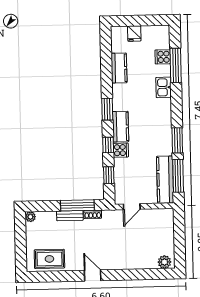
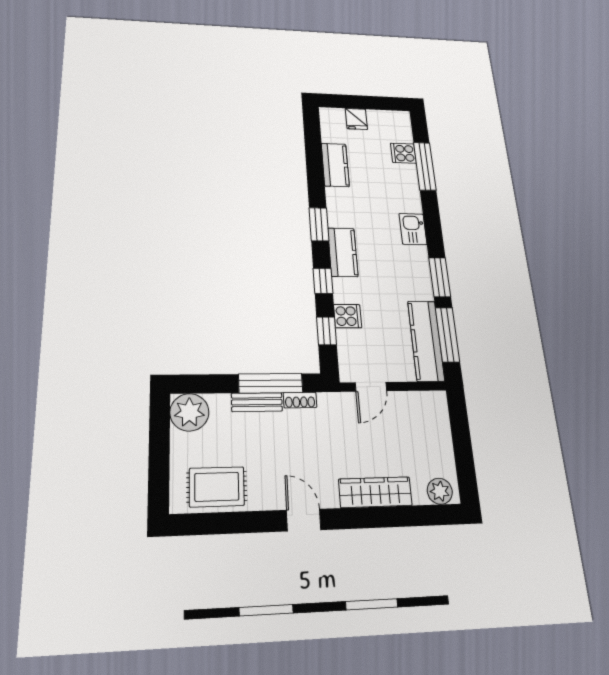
kitchen sink: (163, 87) -> (413, 229), moved
cooker: (121, 150) -> (348, 316), moved
plant: (30, 217) -> (189, 412), width x1.88, depth x1.88
wardrobe: (130, 262) -> (375, 492), added

